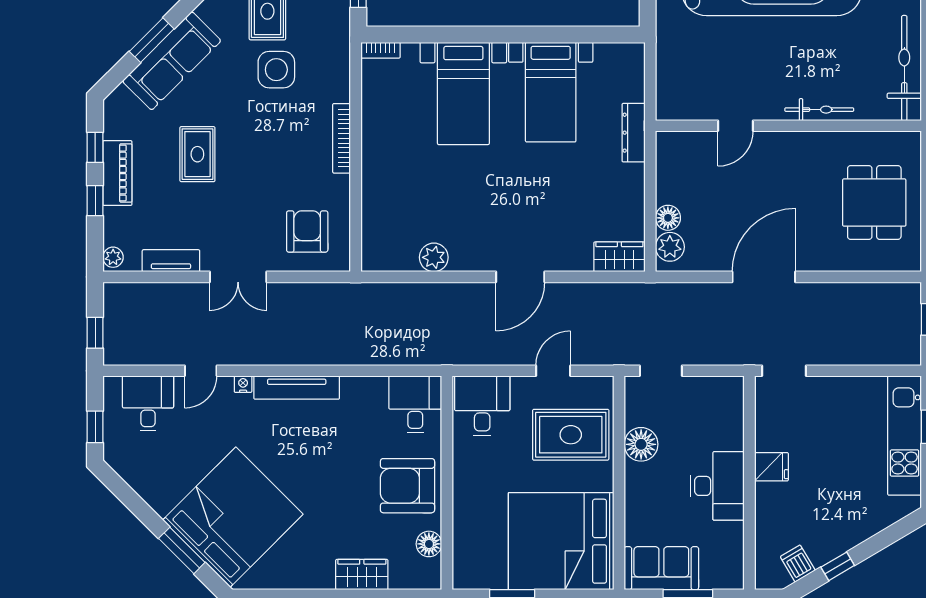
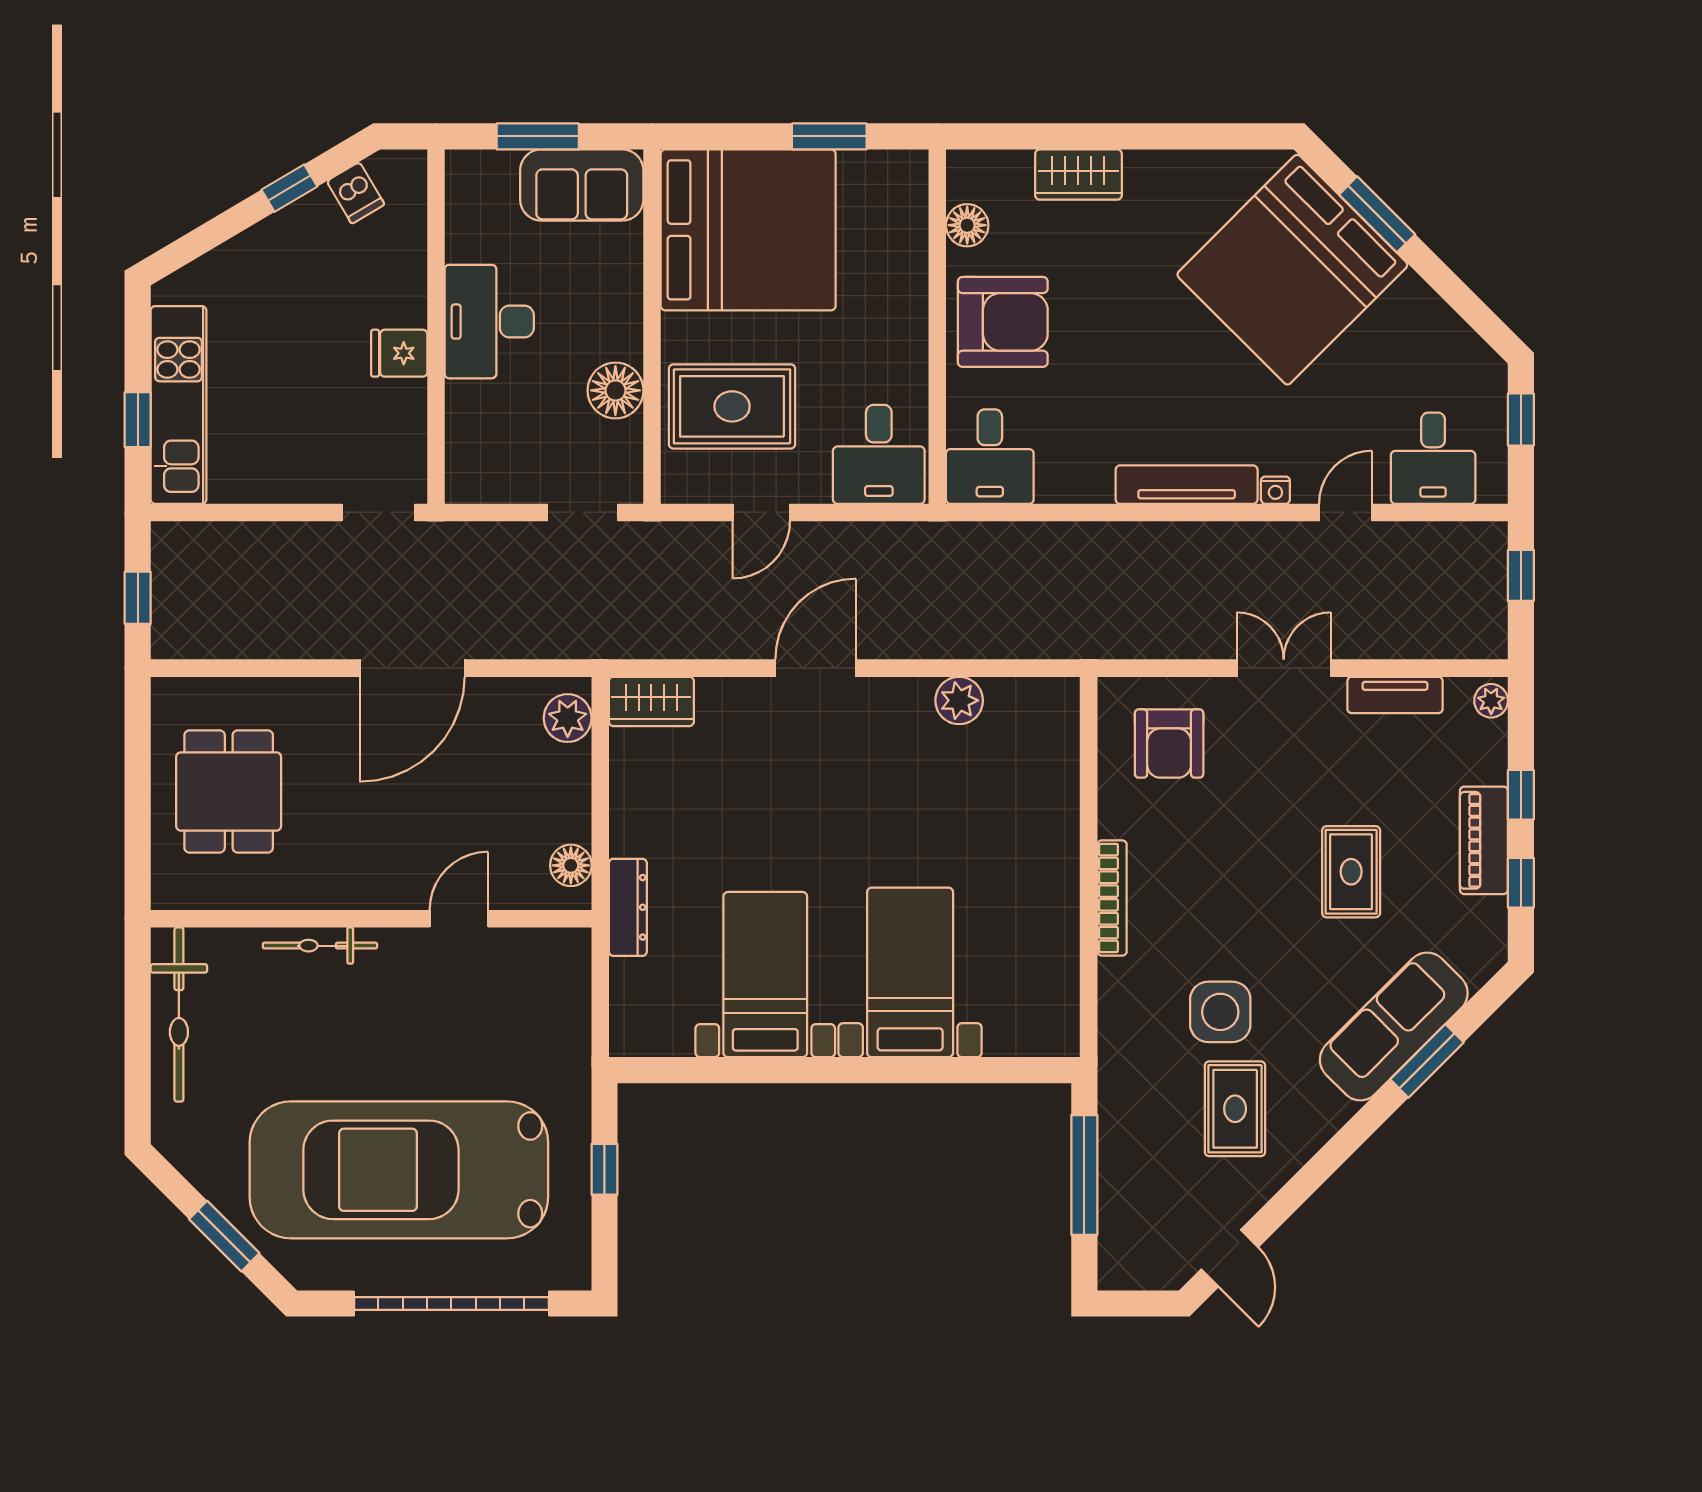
bookcase: (381, 50) -> (1047, 1044), removed
floor lamp: (668, 218) -> (571, 865), moved

